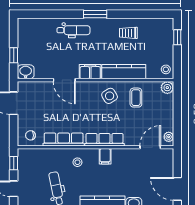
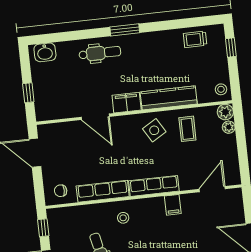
trolley: (128, 33) -> (195, 39), moved
washbasin: (26, 72) -> (45, 52), moved, turned 180
plant: (169, 137) -> (229, 127), moved
filing cabinet: (105, 156) -> (173, 205), moved

